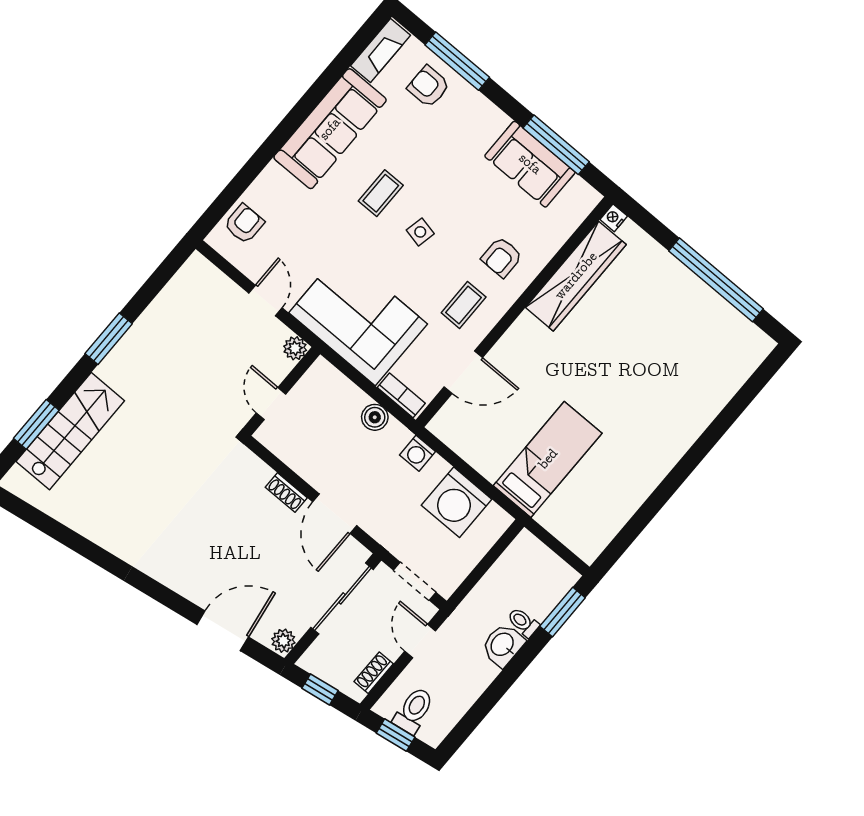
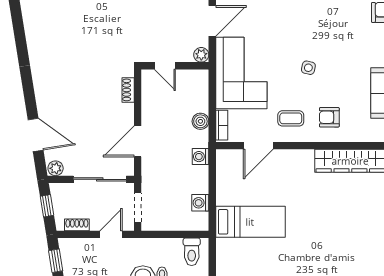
coffee table: (381, 193) -> (311, 33), removed
door: (265, 300) -> (212, 21), width x1.38
door: (463, 372) -> (258, 146), hinge flipped
door: (271, 404) -> (165, 66), swing flipped
shoe rack: (286, 492) -> (128, 90), moved
washing machine: (457, 502) -> (200, 203), width x0.53, depth x0.53
toilet: (414, 710) -> (192, 252), moved, turned 99

